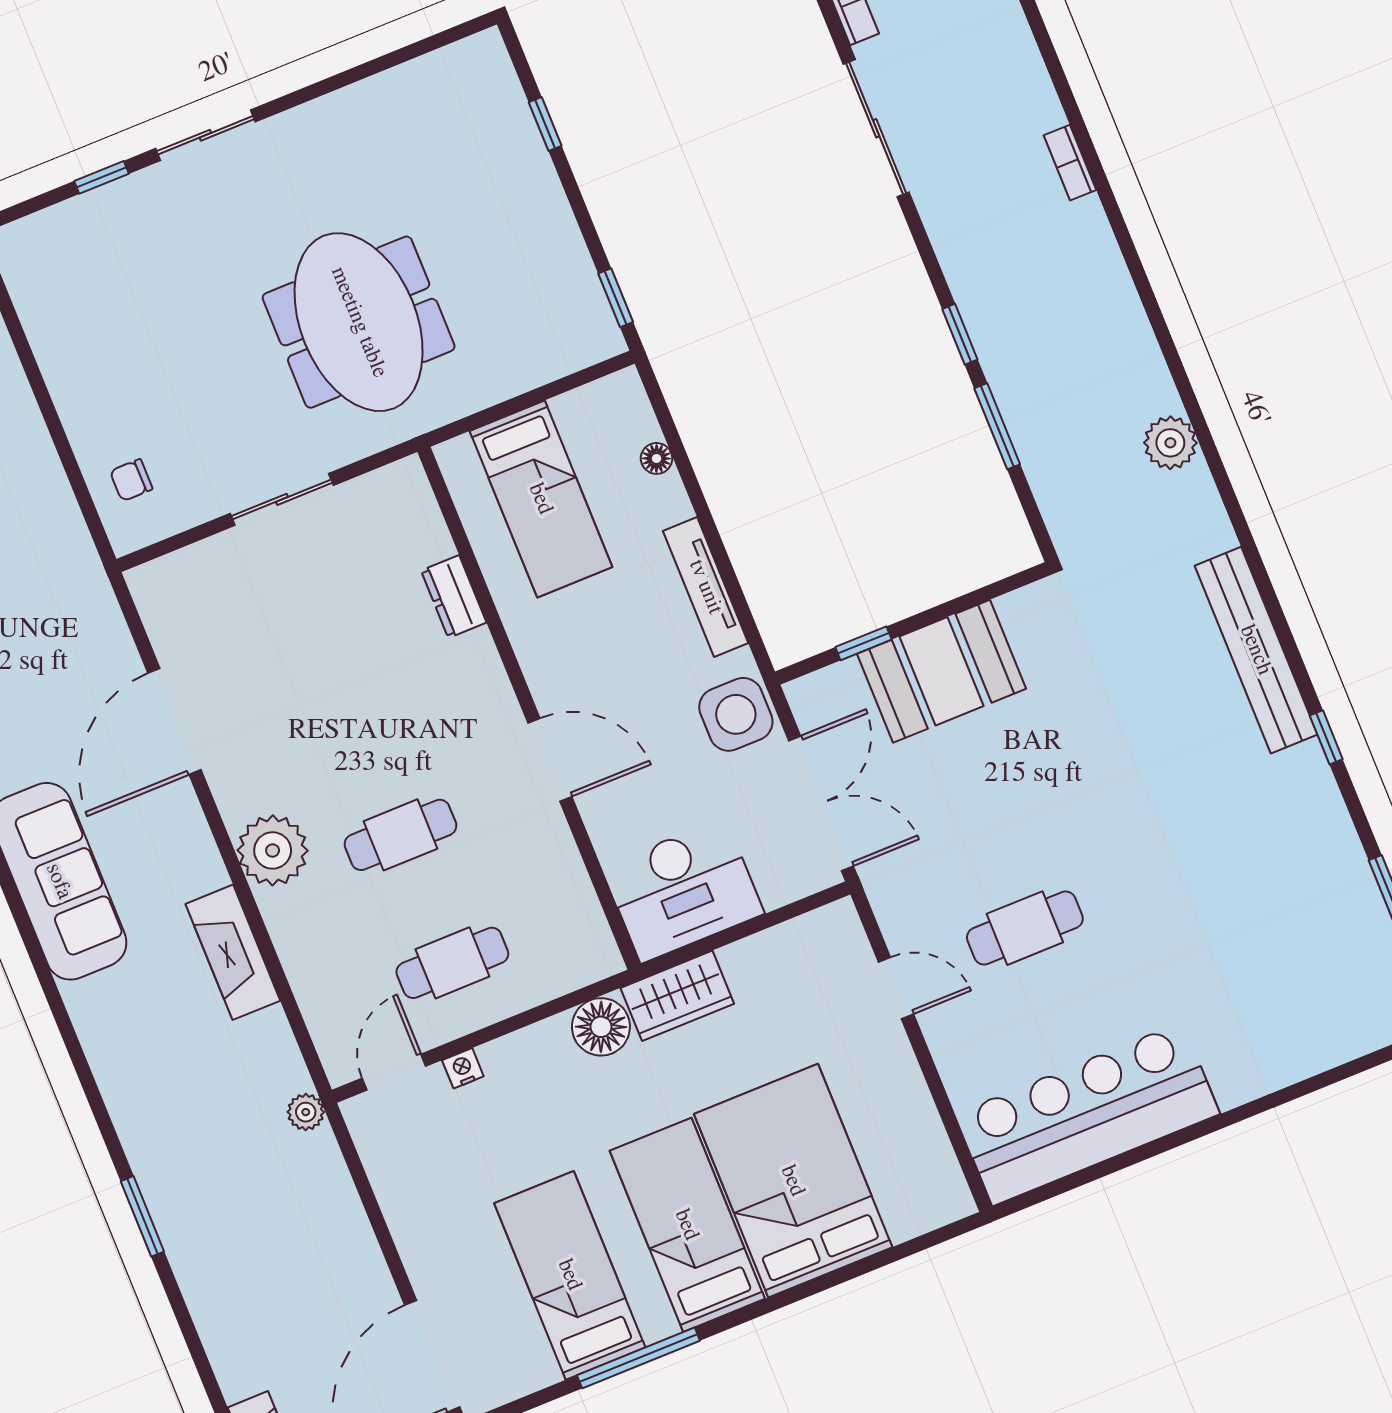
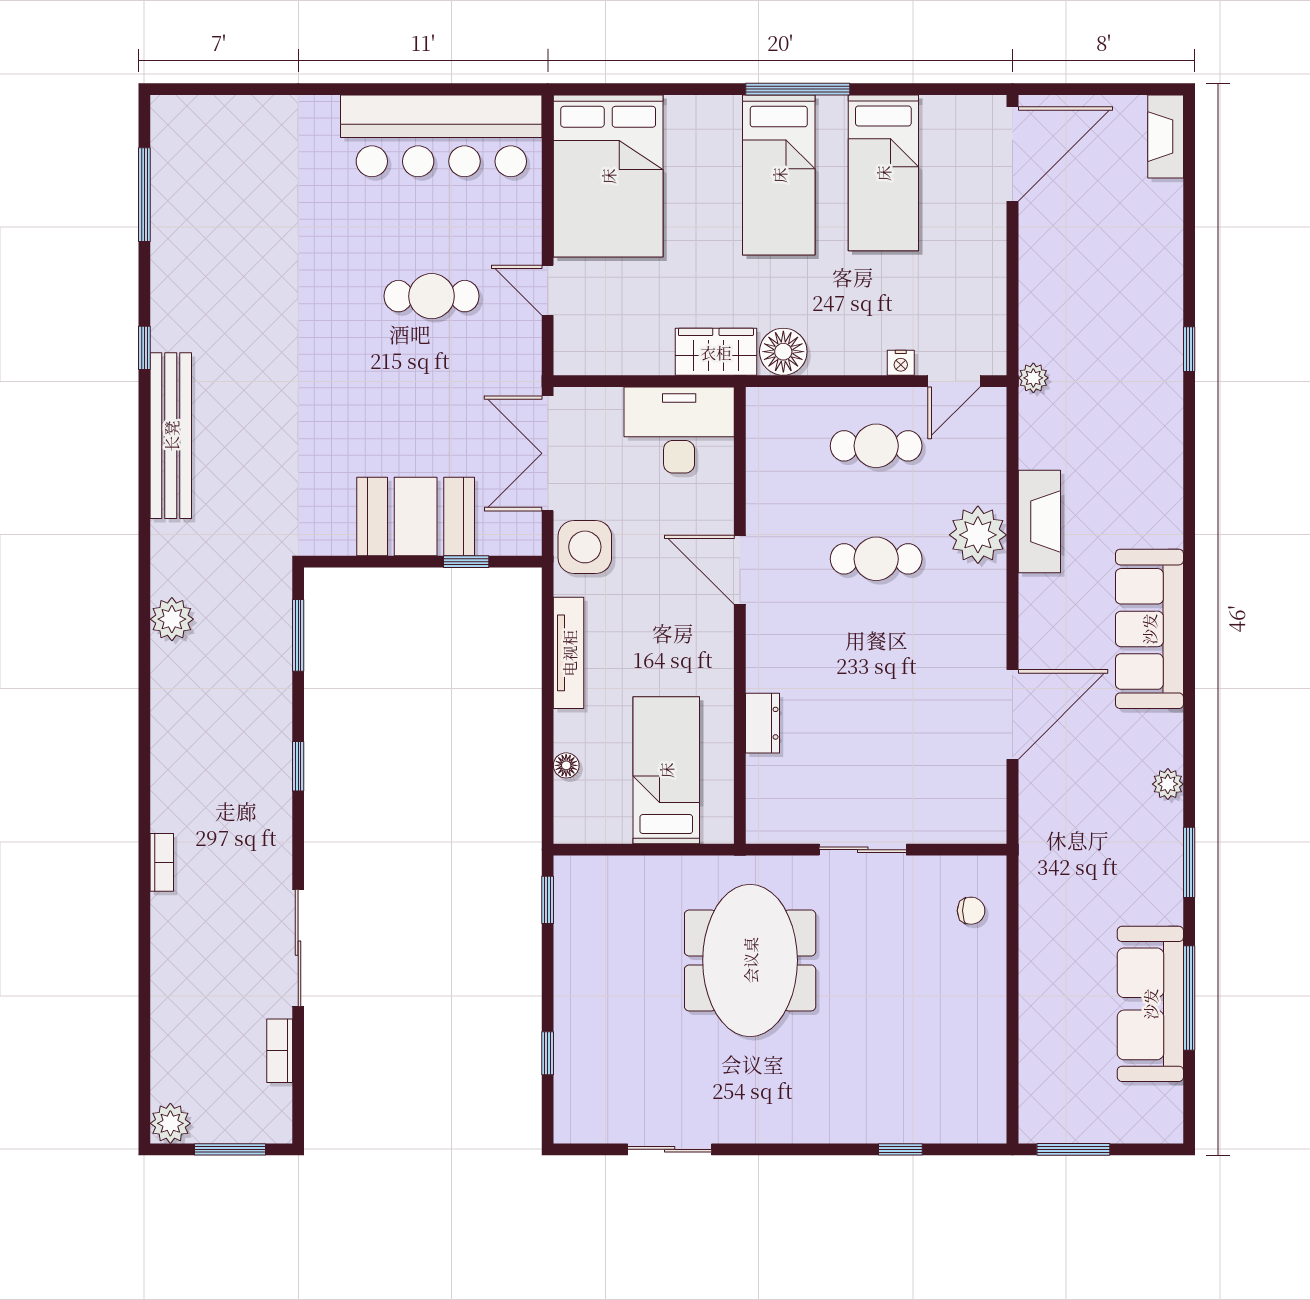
sliding door: (205, 135) -> (670, 1149), moved
window: (997, 426) -> (298, 635), moved
plant: (273, 850) -> (978, 535), moved
bed: (793, 1181) -> (608, 176), moved
window: (142, 1216) -> (1189, 349), width x0.67
window: (638, 1358) -> (798, 89), moved

